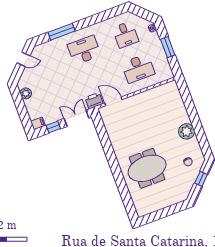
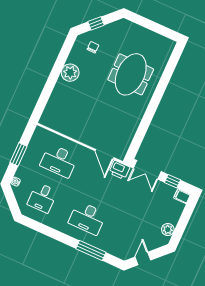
desk: (125, 35) -> (42, 198), turned 180
door: (23, 59) -> (143, 259), hinge flipped
desk: (138, 68) -> (59, 161), turned 180
meeting table: (147, 168) -> (131, 74), turned 90

